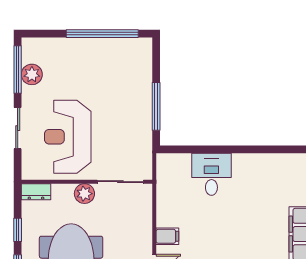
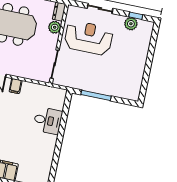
window: (102, 34) -> (147, 72), removed
window: (18, 70) -> (136, 16), width x0.46
plant: (84, 194) -> (55, 27), moved

